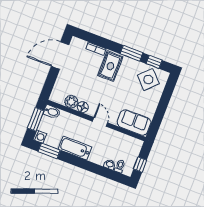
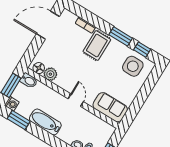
side table: (148, 80) -> (133, 66), turned 45
floor lamp: (83, 107) -> (39, 68), moved

